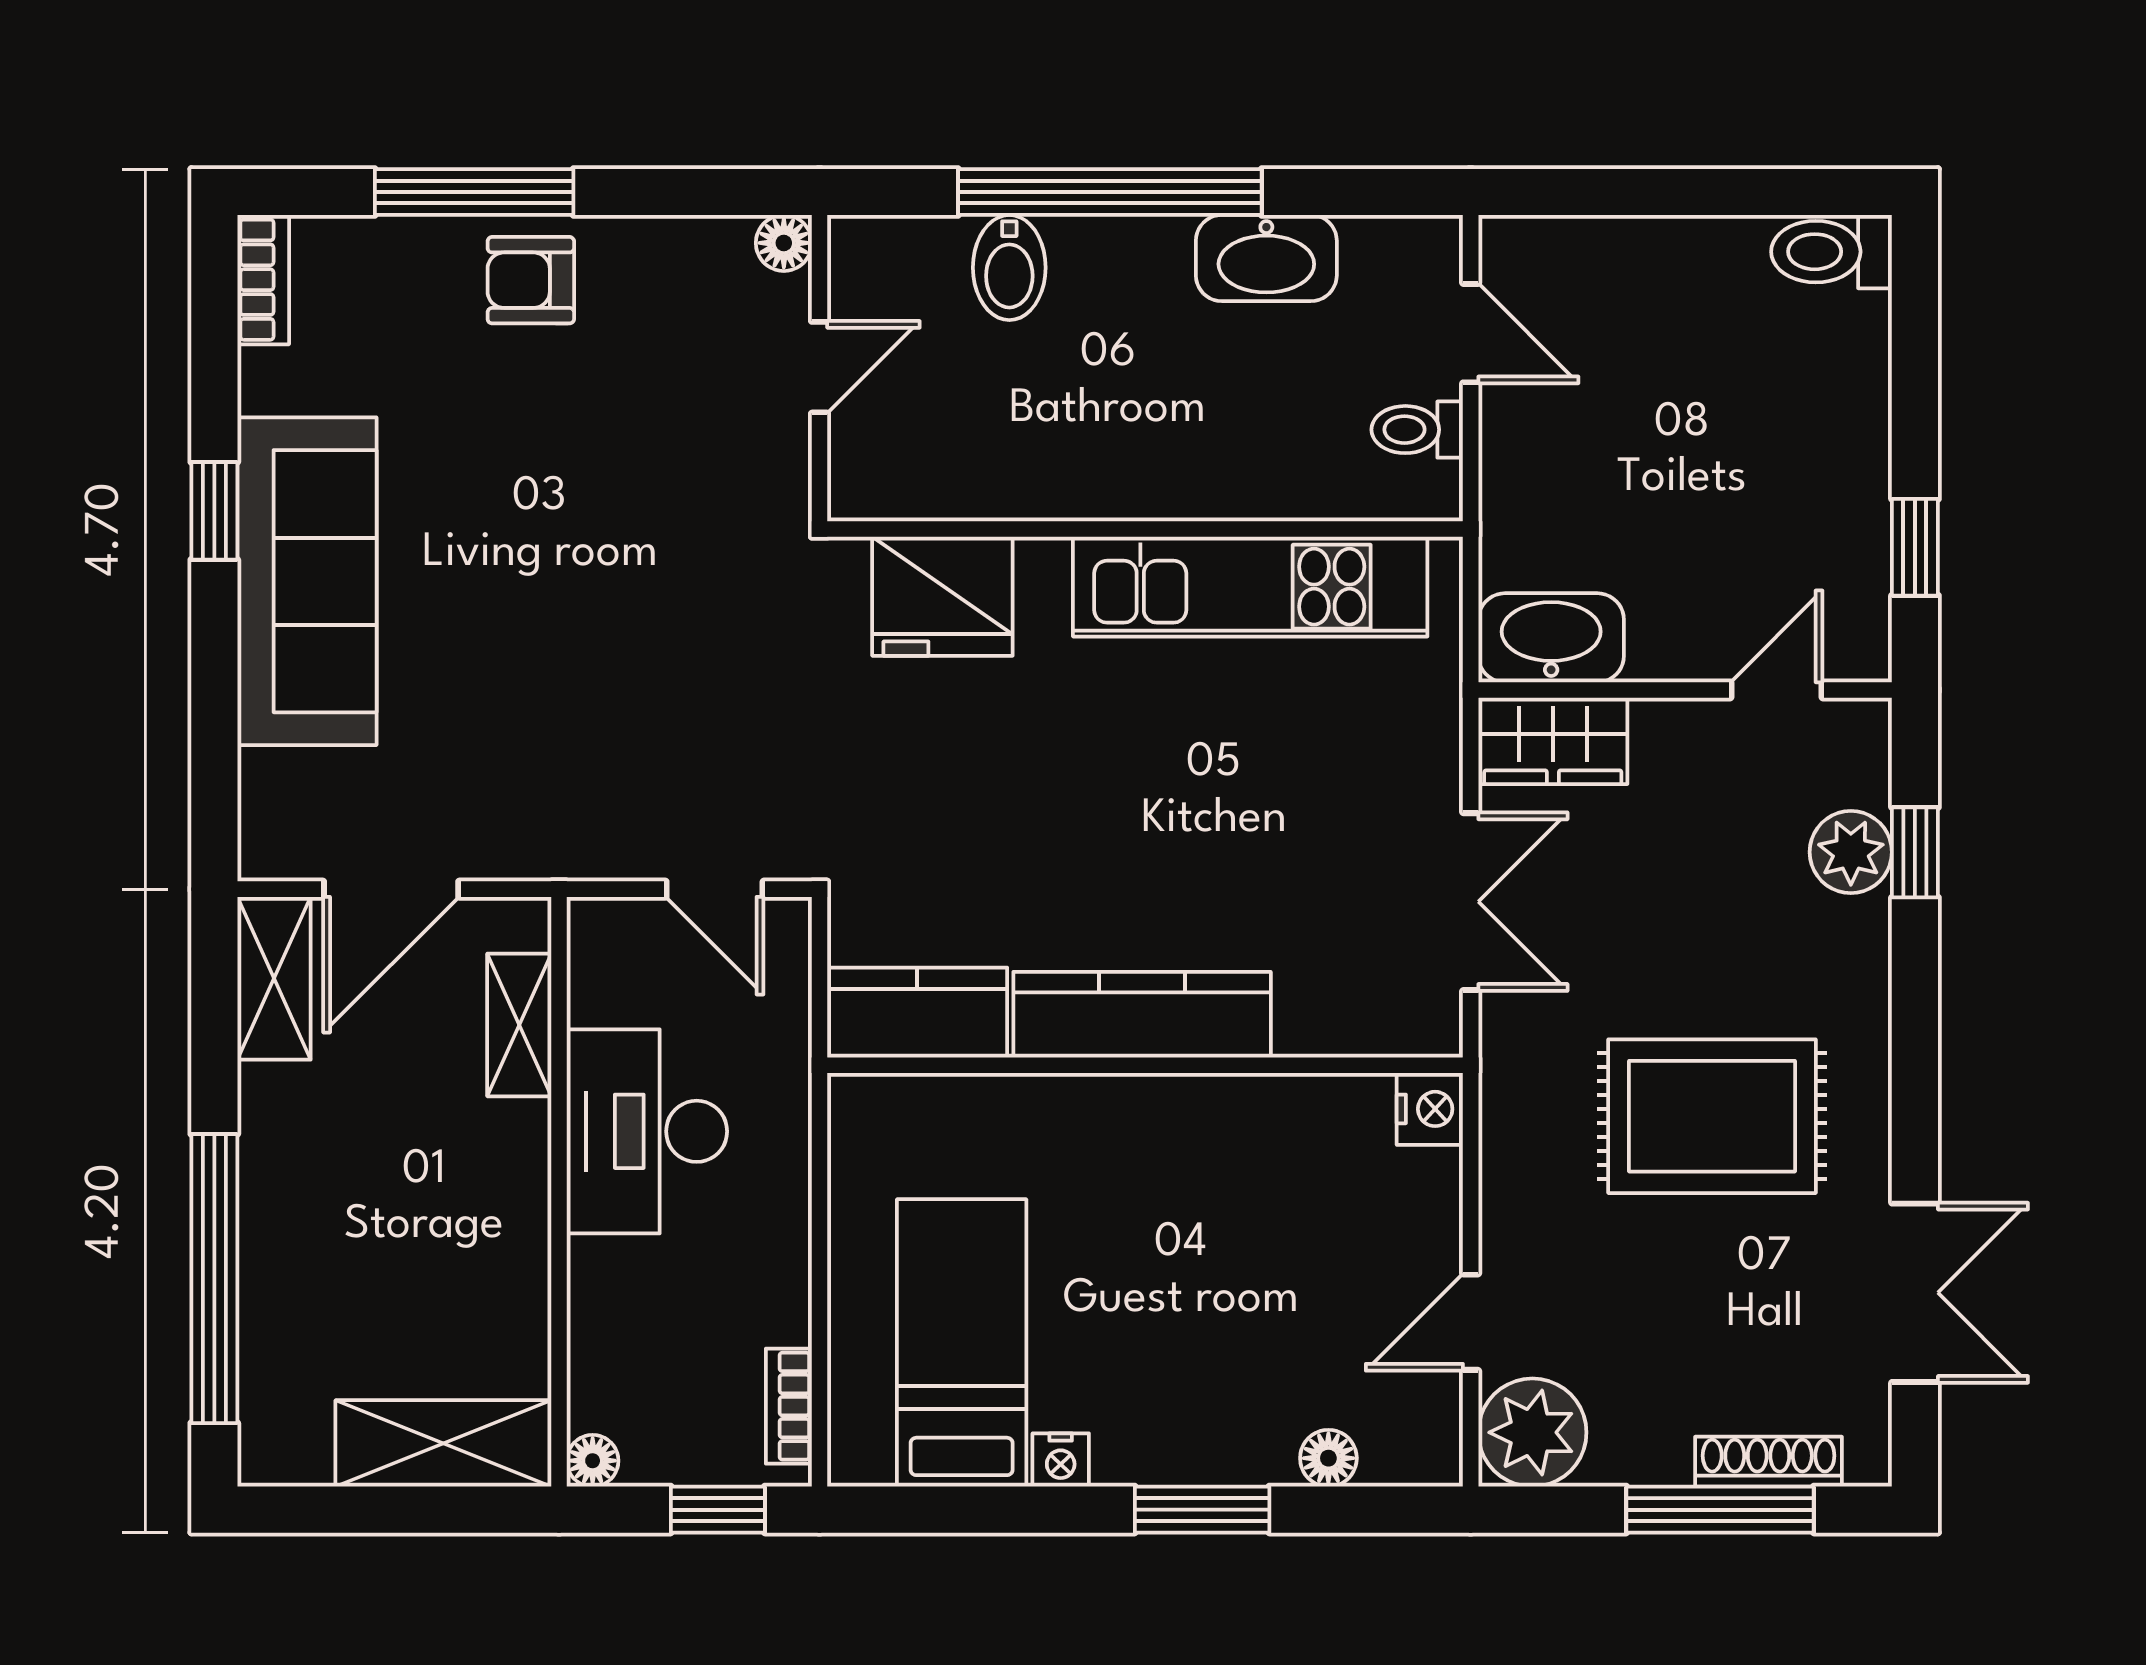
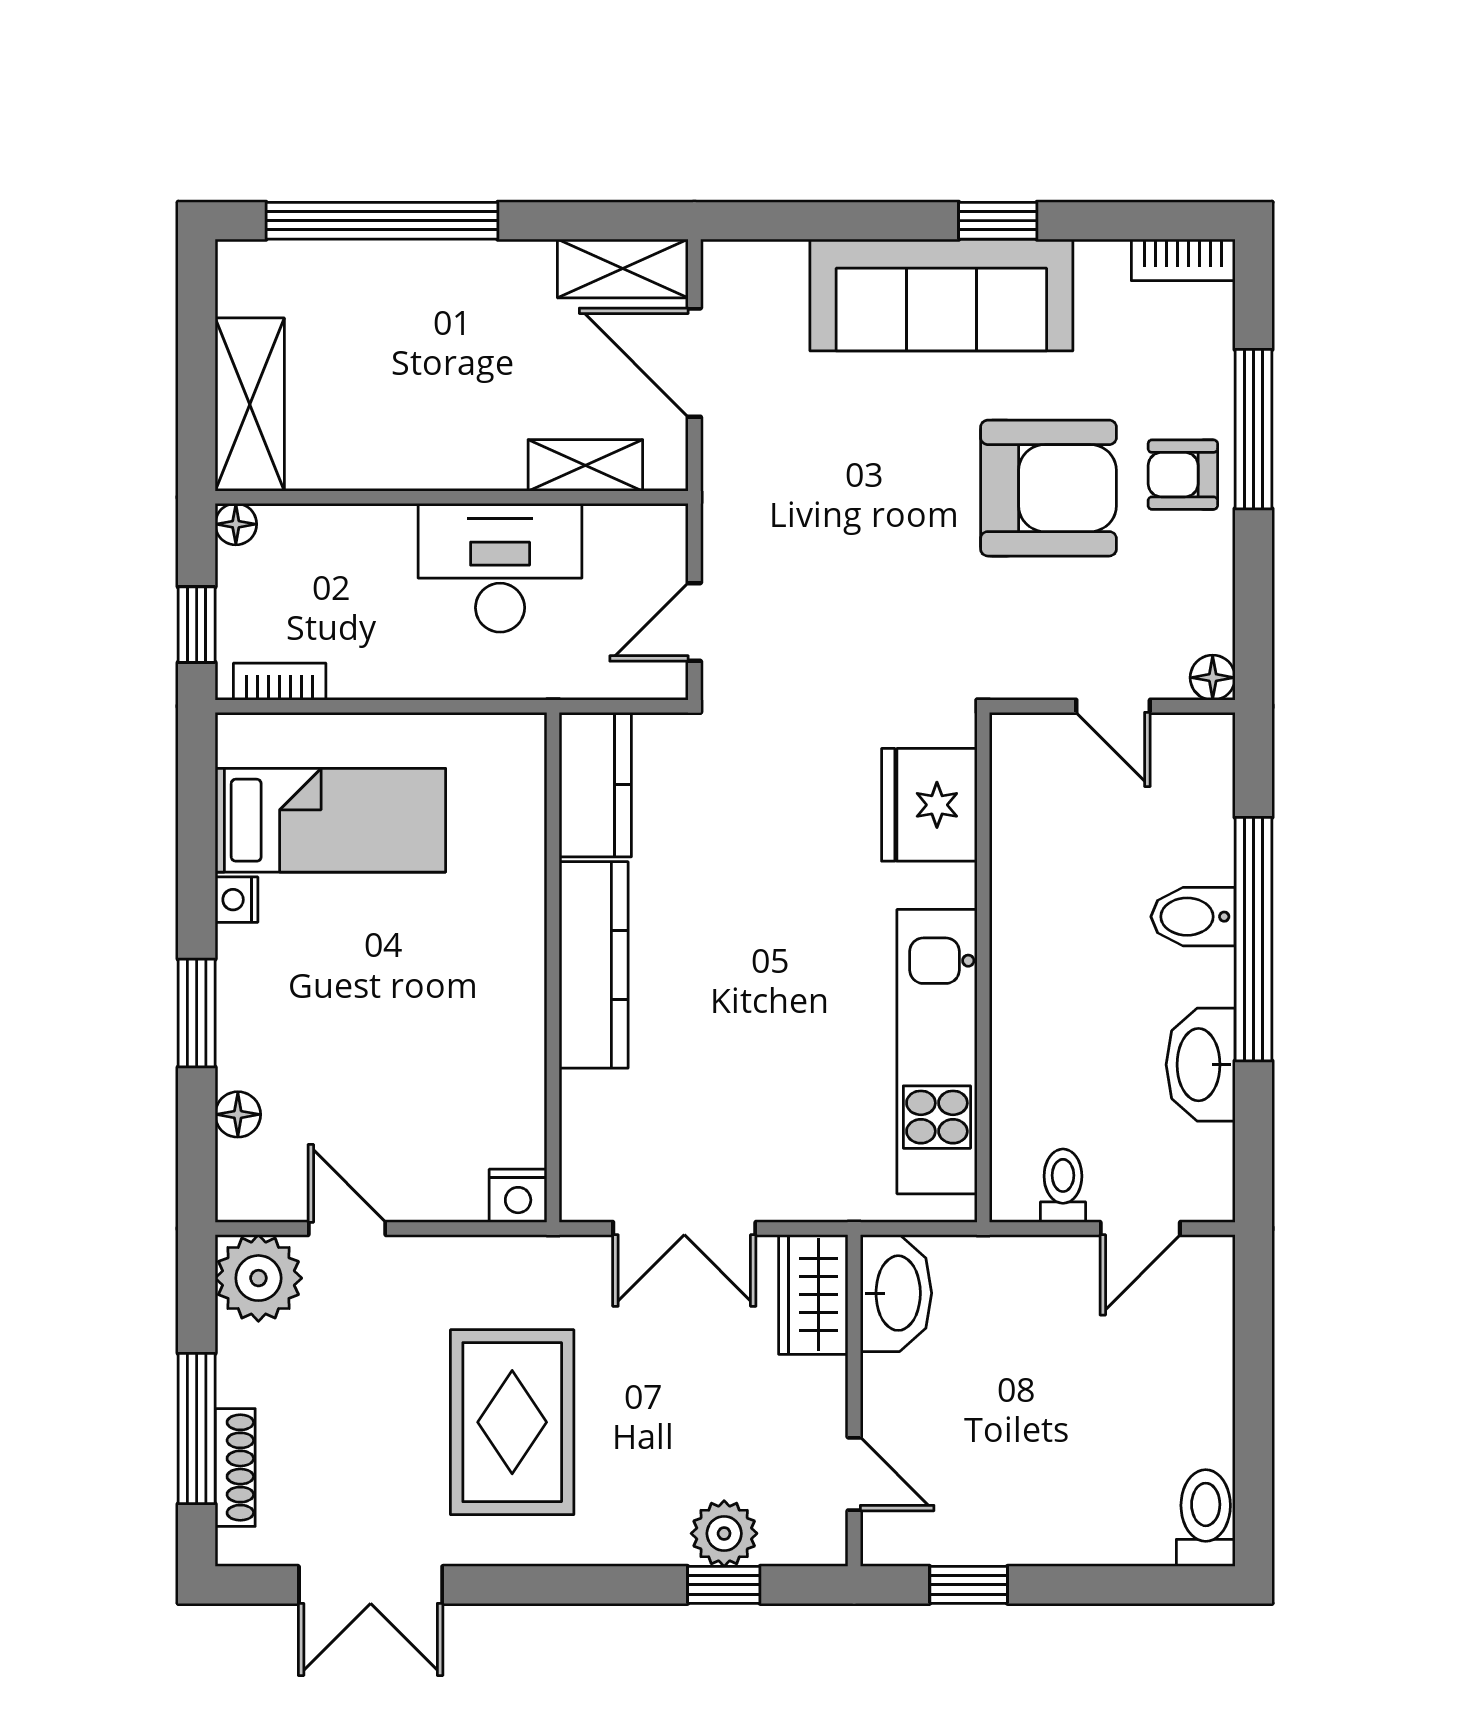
bidet: (1009, 268) -> (1193, 917), moved
armchair: (531, 280) -> (1183, 475), turned -90
armchair: (548, 448) -> (1049, 488), added

